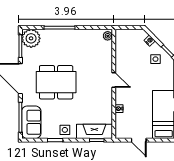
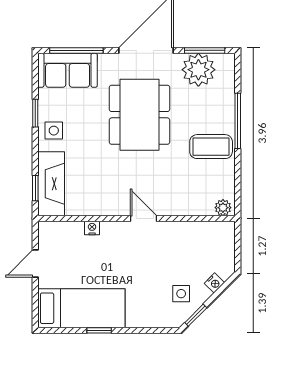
plant: (31, 38) -> (198, 70), moved
coffee table: (74, 42) -> (211, 147), added
door: (114, 80) -> (144, 218), swing flipped

